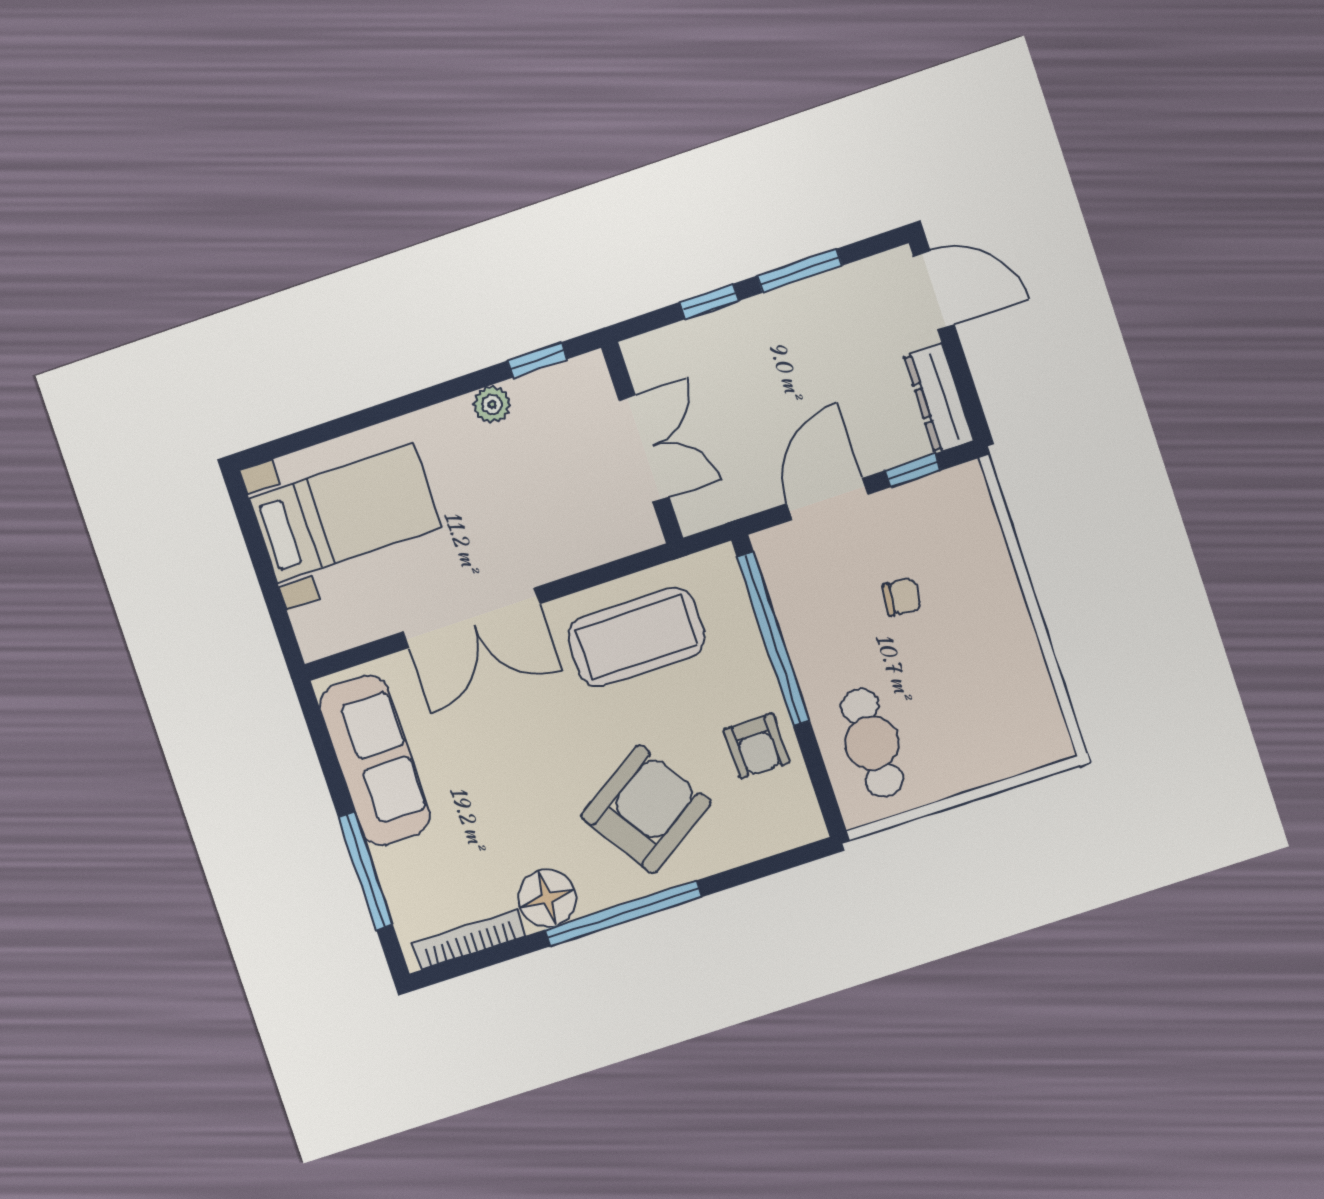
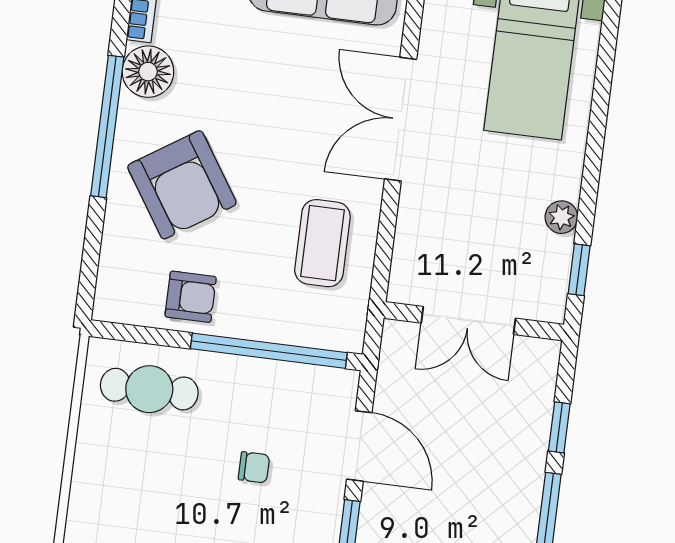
chair: (901, 597) -> (254, 467), turned -96
coffee table: (637, 637) -> (322, 243), width x0.73, depth x0.76
armchair: (756, 746) -> (191, 297), turned 180

